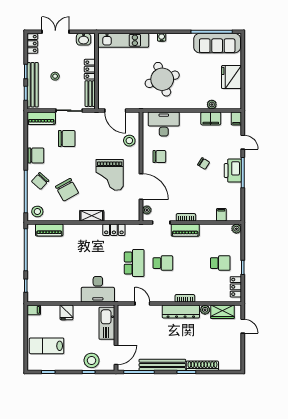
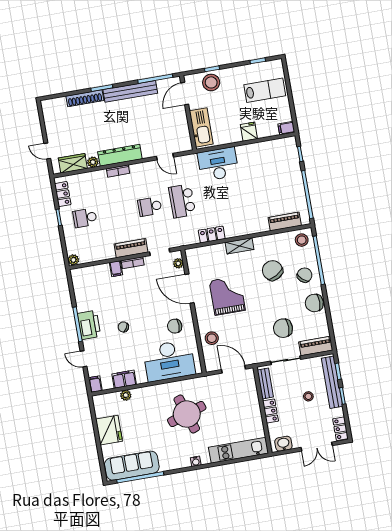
desk: (164, 124) -> (169, 361), width x1.36, depth x1.30
filing cabinet: (221, 215) -> (116, 269), moved

